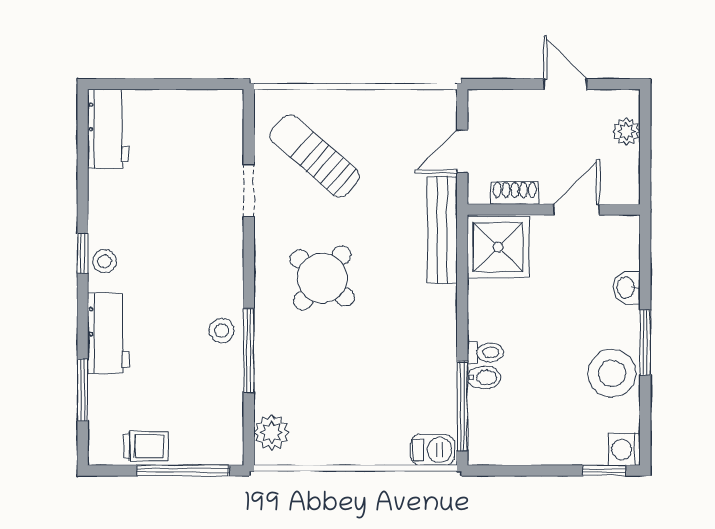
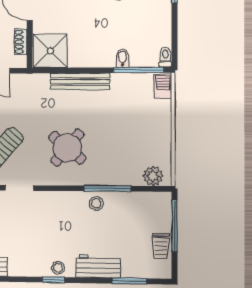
bench: (442, 230) -> (80, 81), moved
toilet: (486, 352) -> (165, 57), moved
trolley: (146, 446) -> (161, 246), turned 180

